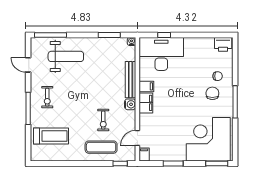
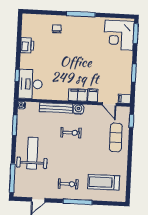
printer: (223, 44) -> (27, 45), moved
desk: (161, 54) -> (30, 84), width x0.73, depth x0.77
weight bench: (66, 56) -> (32, 153), moved
filing cabinet: (146, 86) -> (93, 95), moved
chair: (212, 93) -> (72, 34), removed
exercise bike: (103, 120) -> (71, 133), moved
treadmill: (51, 136) -> (104, 182), turned -90
corner desk: (208, 139) -> (119, 35), width x0.74, depth x0.74

